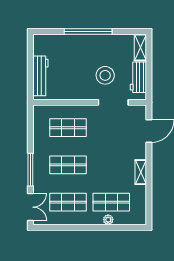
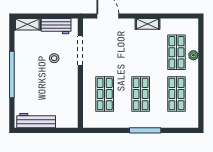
stool: (105, 75) -> (54, 58), width x0.53, depth x0.53
workbench: (40, 76) -> (36, 121), moved
double door: (30, 207) -> (181, 130), removed

